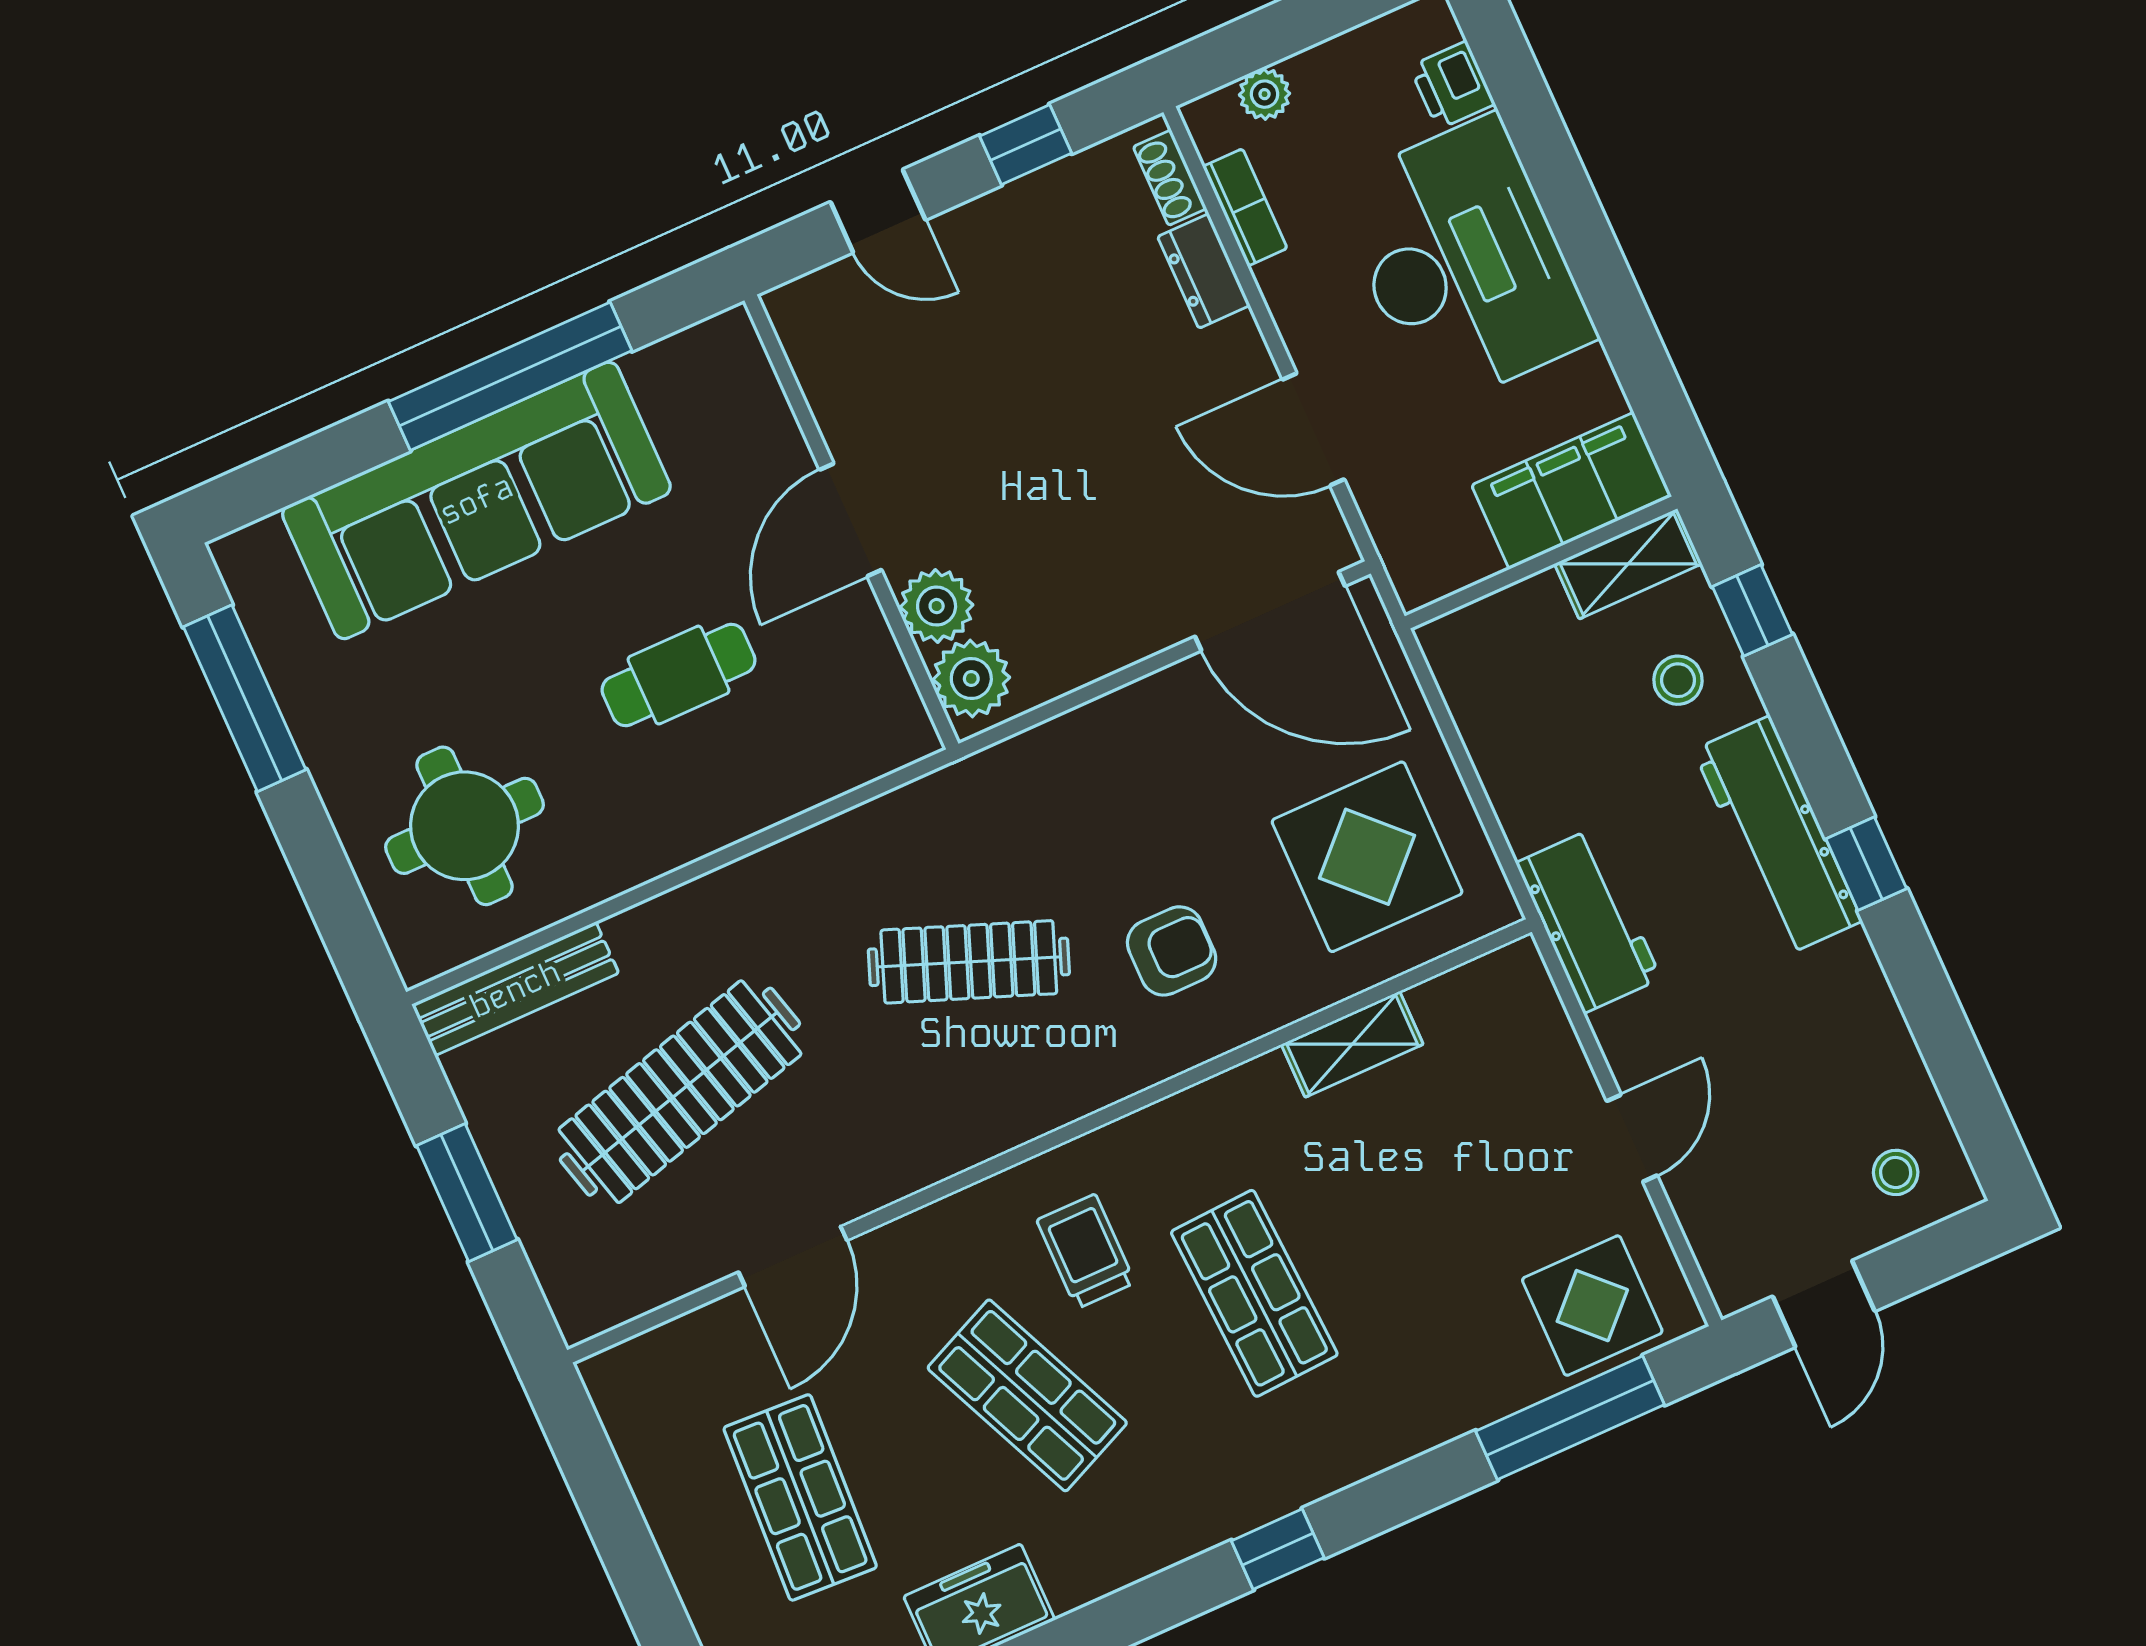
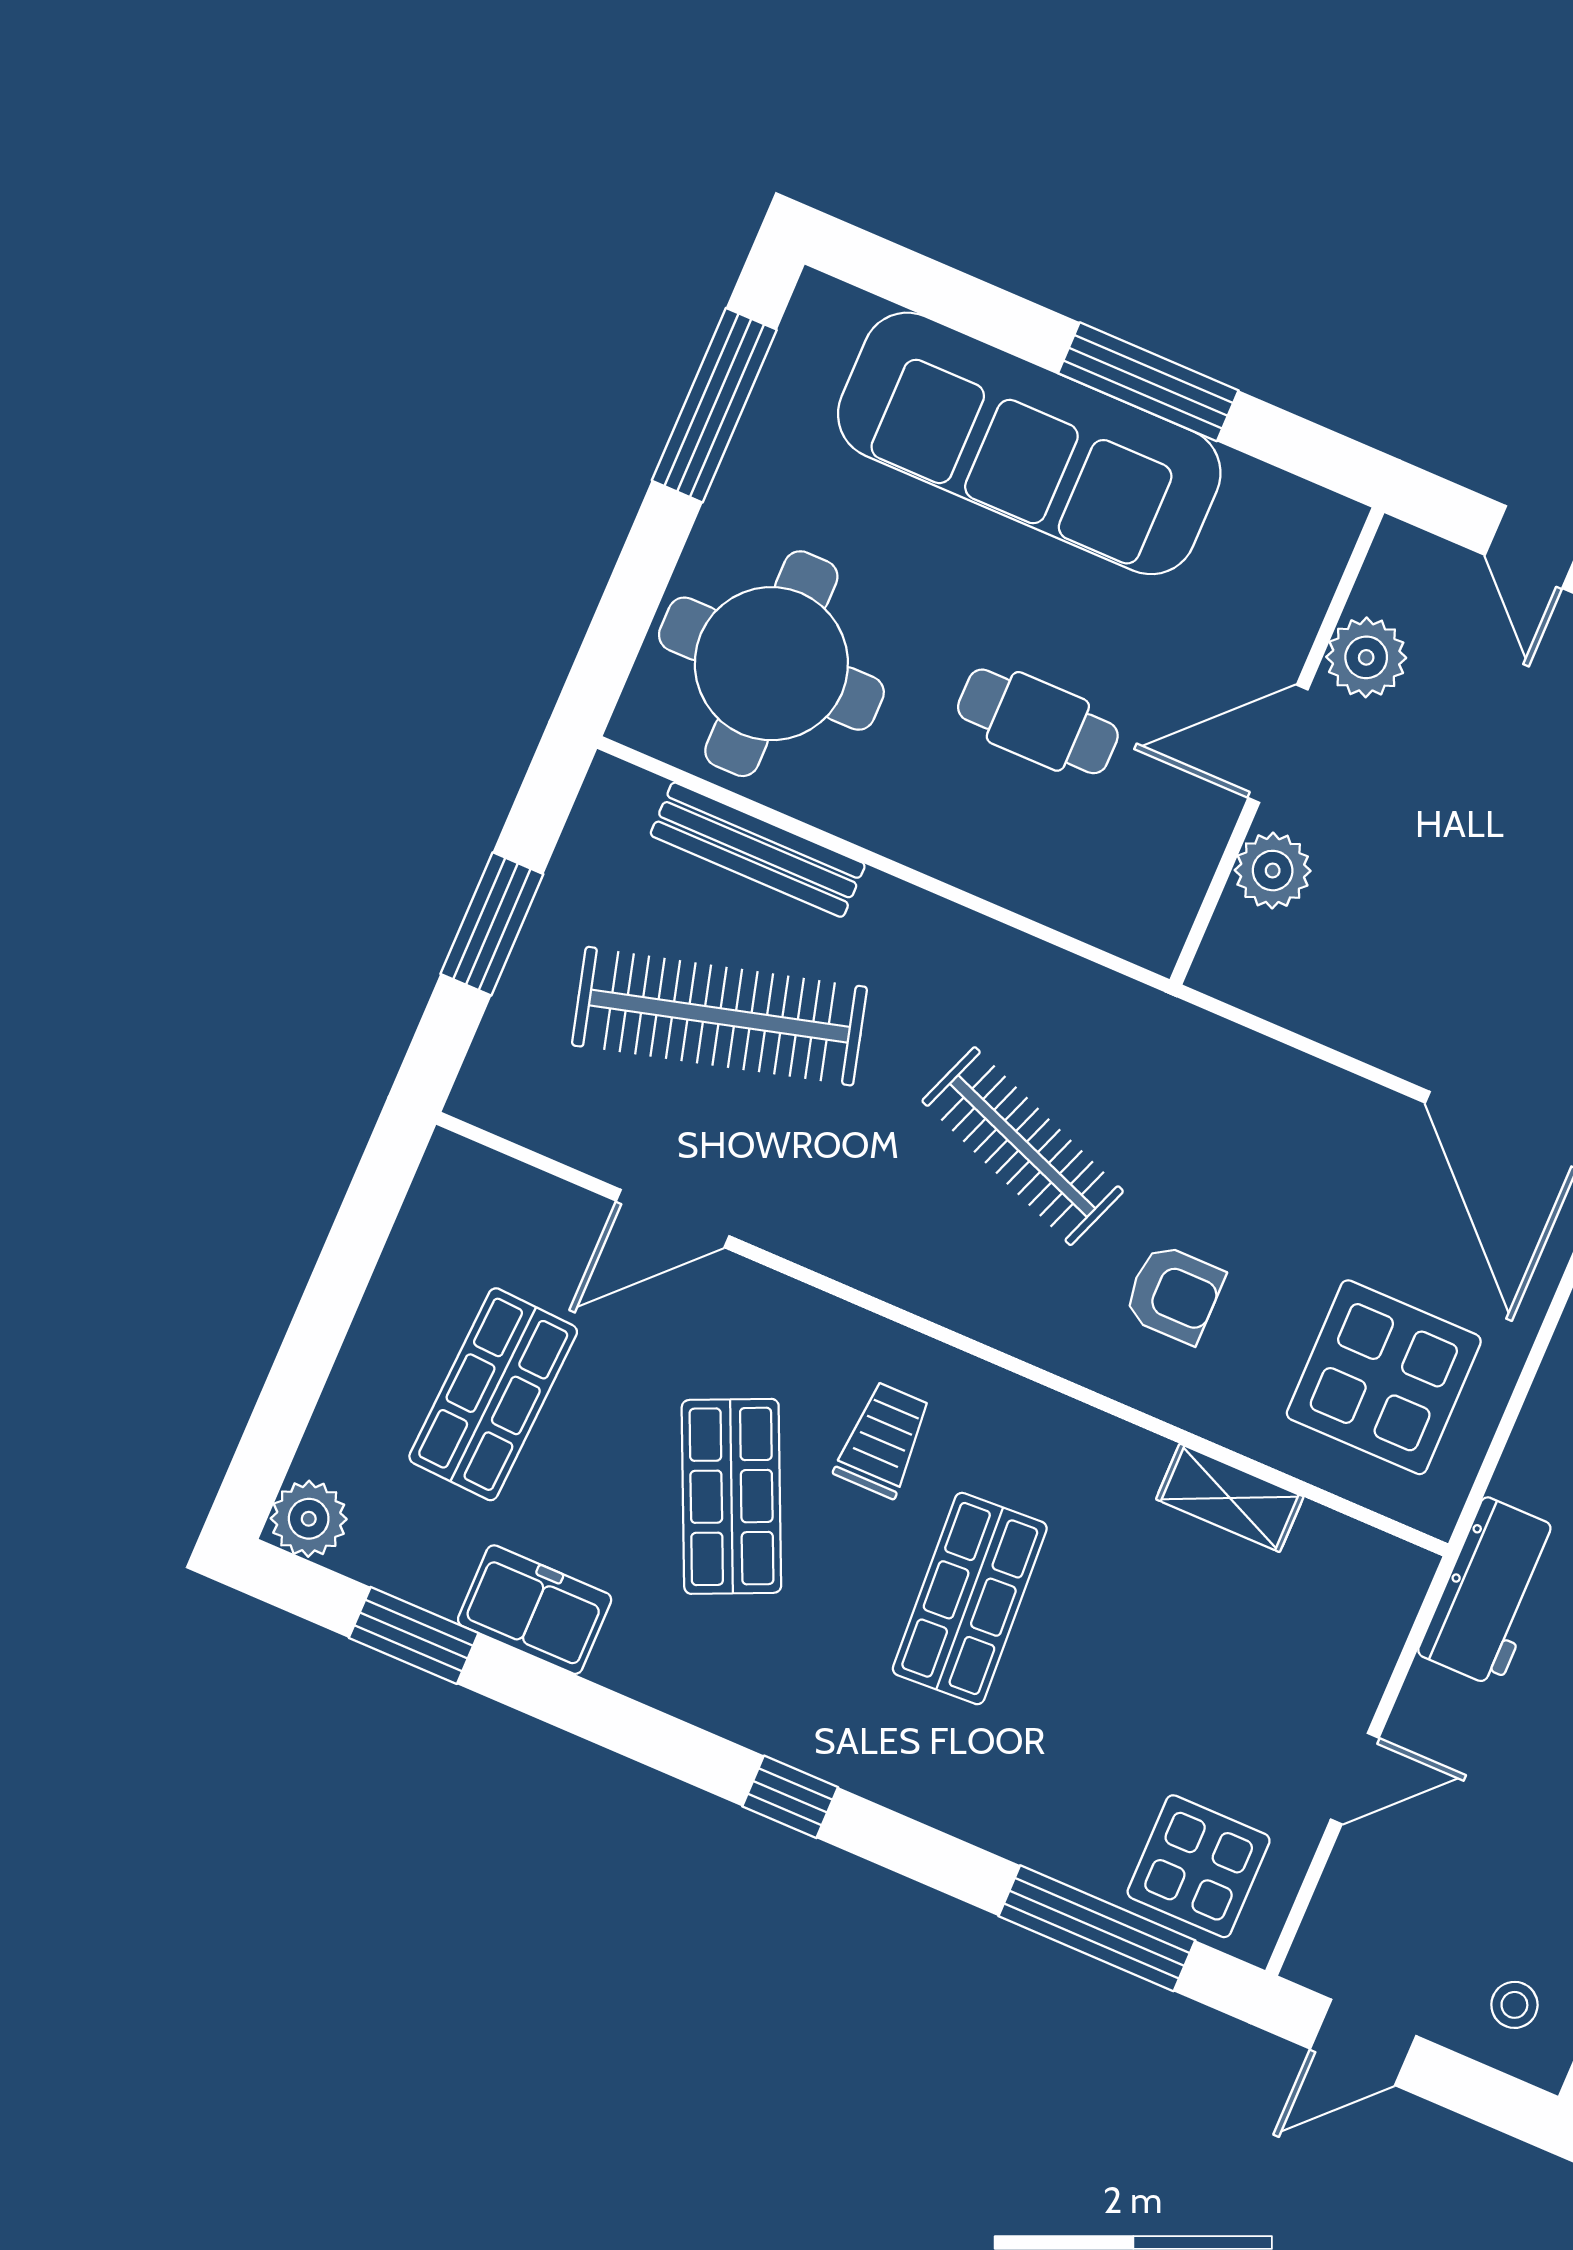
window: (510, 376) -> (1148, 382), width x0.68
plant: (971, 679) -> (1366, 657), moved
round table: (465, 826) -> (771, 664), width x1.36, depth x1.36
bench: (515, 989) -> (758, 850), moved

